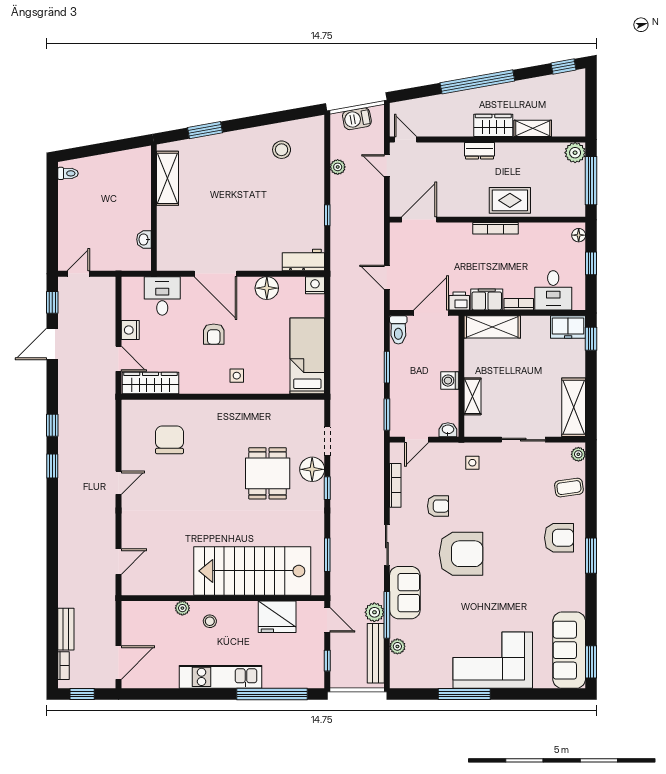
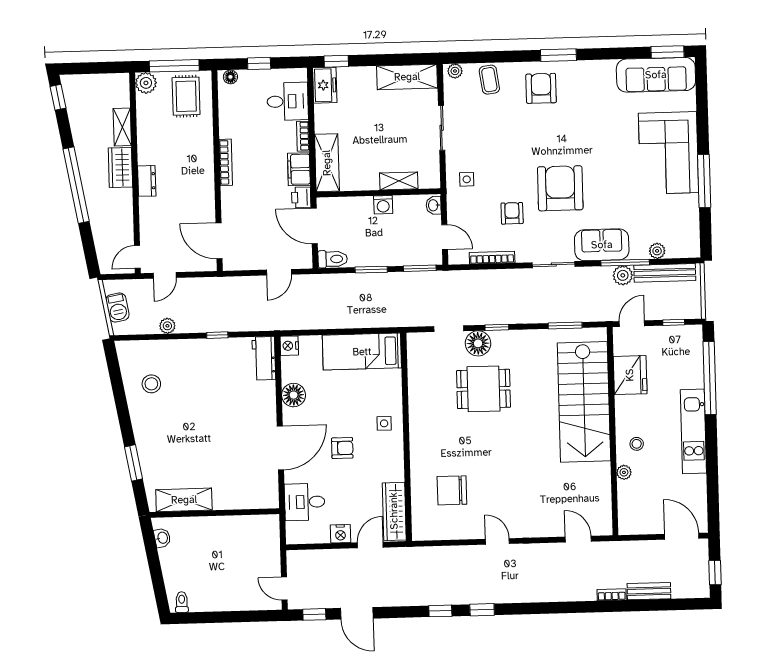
rug: (510, 200) -> (186, 96), moved
washbasin: (144, 239) -> (162, 538), moved, turned -100
bookcase: (63, 666) -> (612, 595), moved

